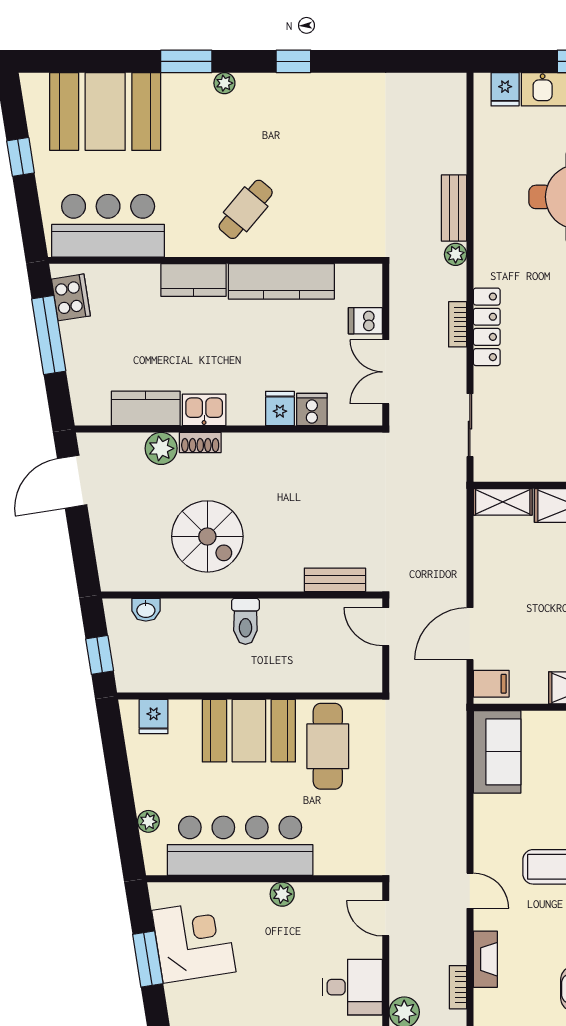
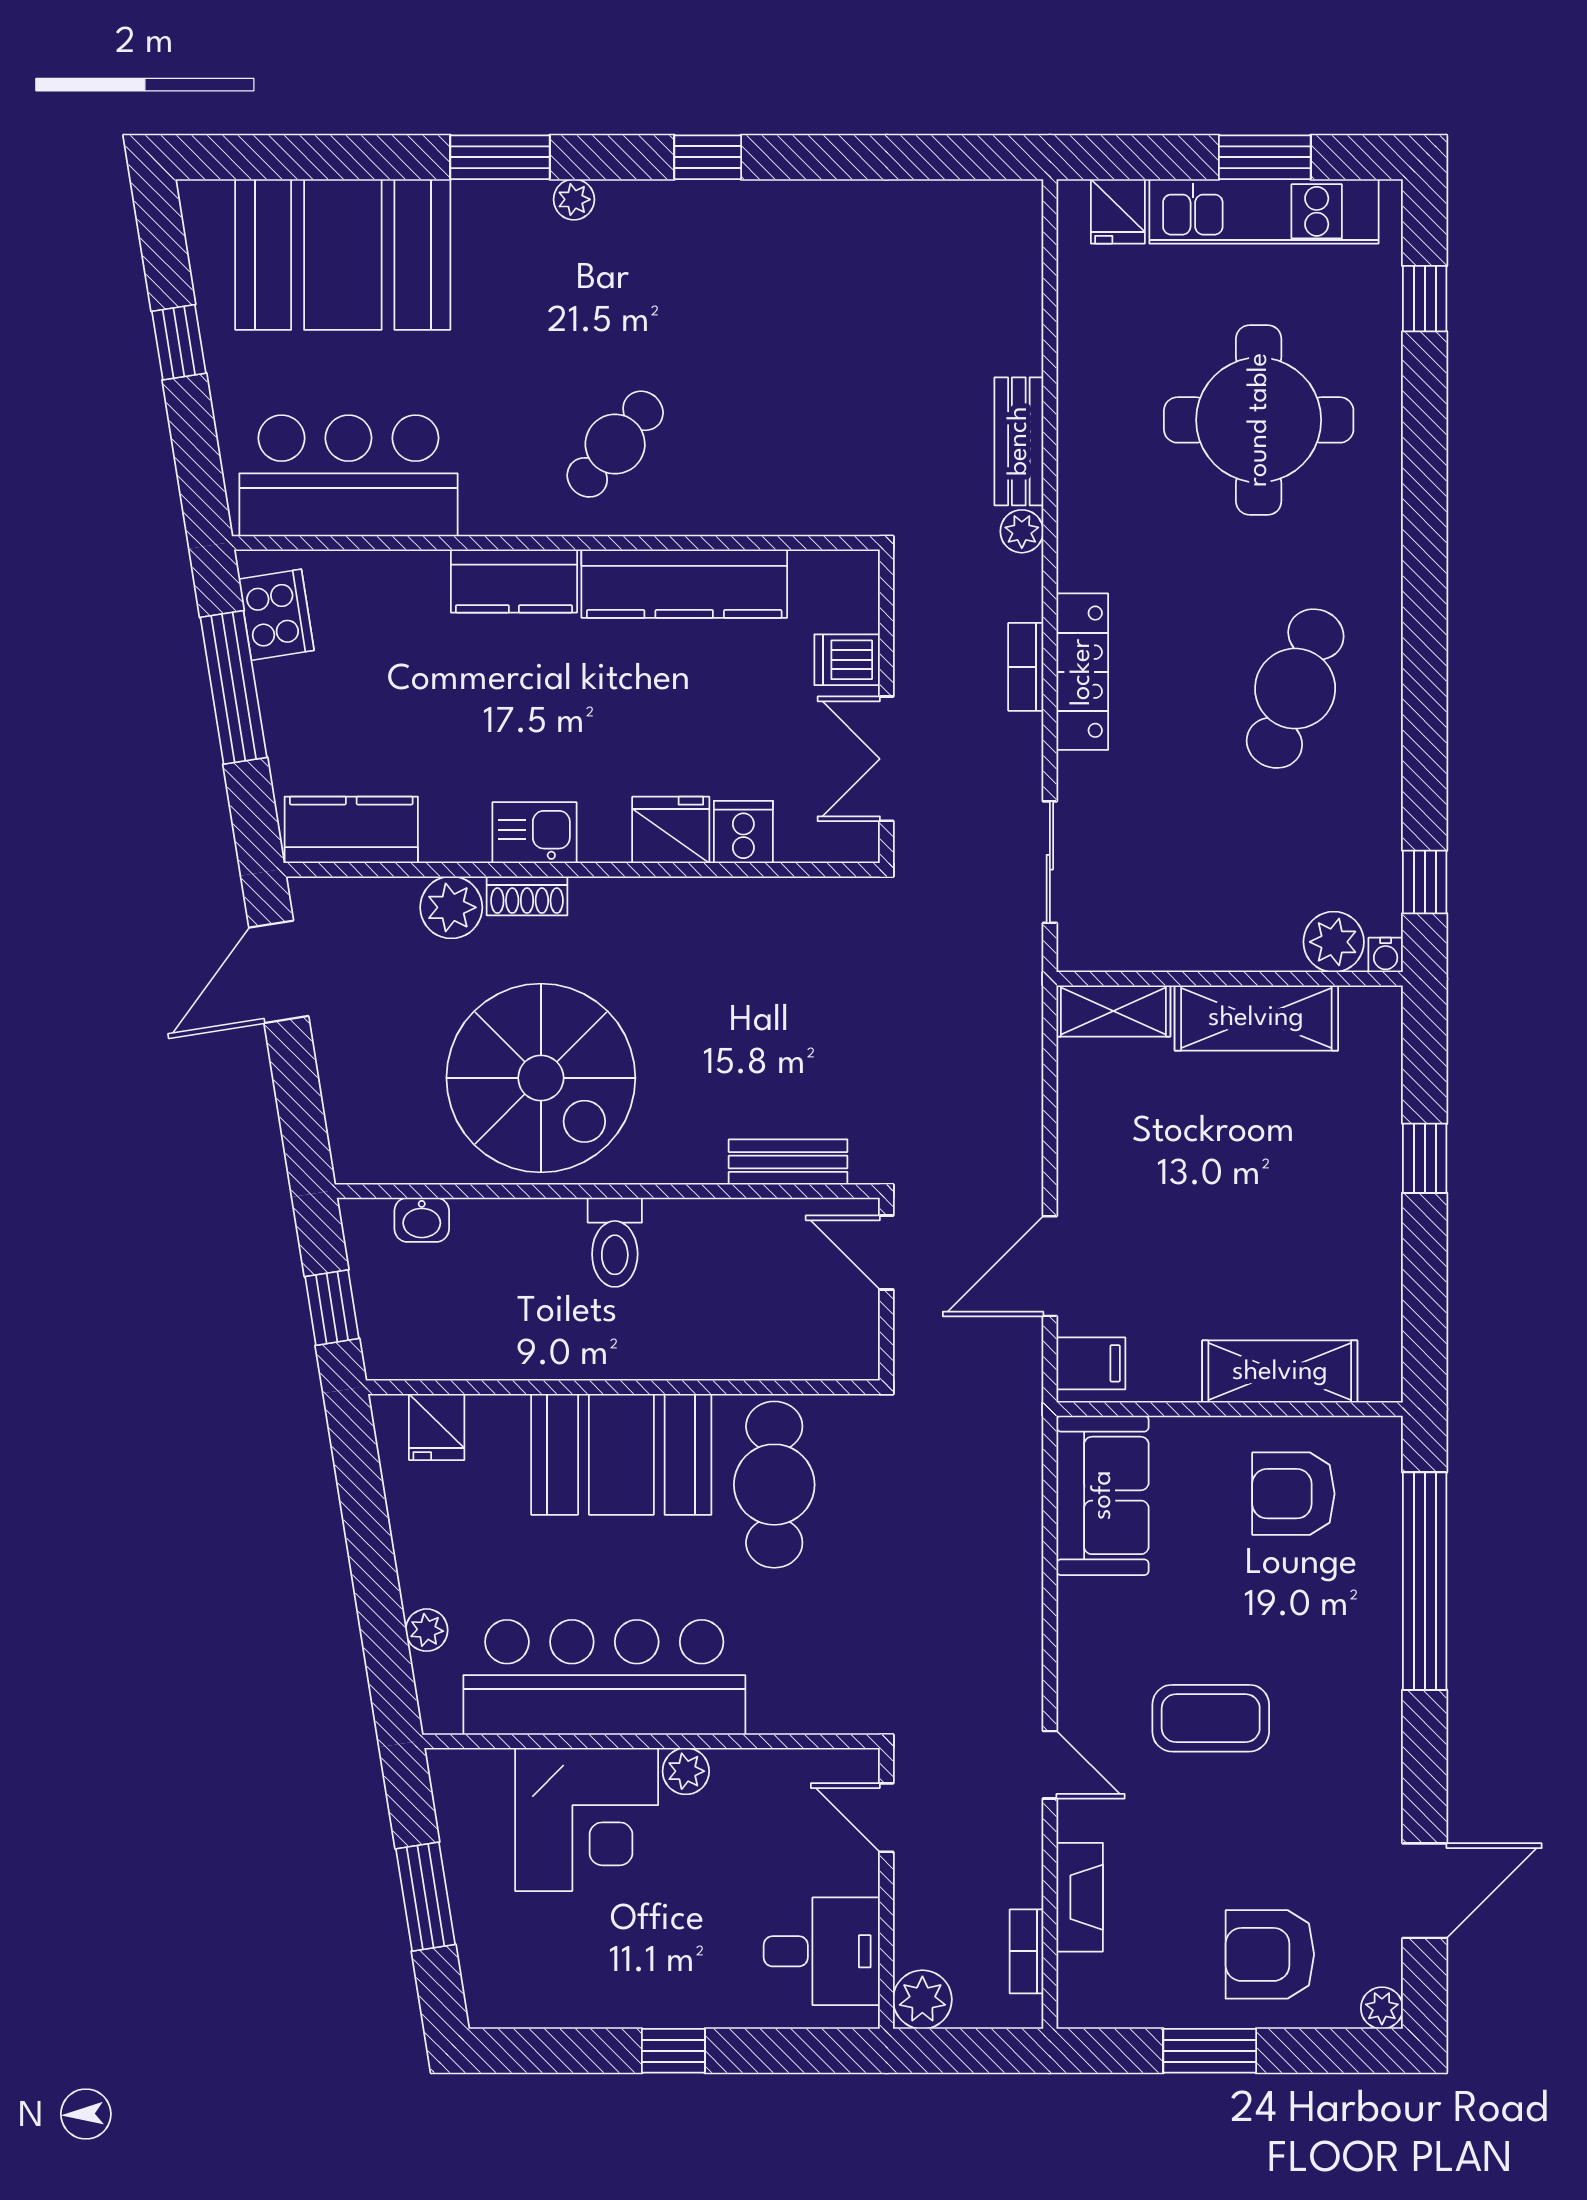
kitchen counter: (146, 408) -> (351, 830), moved
fridge: (280, 408) -> (671, 830), width x1.38
spiral stairs: (207, 536) -> (541, 1078), width x1.37, depth x1.37
corner desk: (194, 941) -> (587, 1819), moved, turned 99

